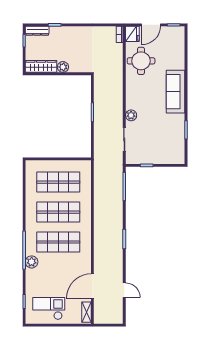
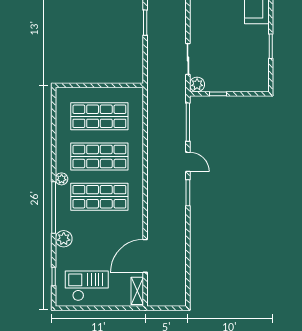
plant: (131, 115) -> (197, 84), moved
plant: (30, 229) -> (62, 179), added
plant: (32, 262) -> (64, 239), moved
door: (124, 290) -> (188, 162), moved

